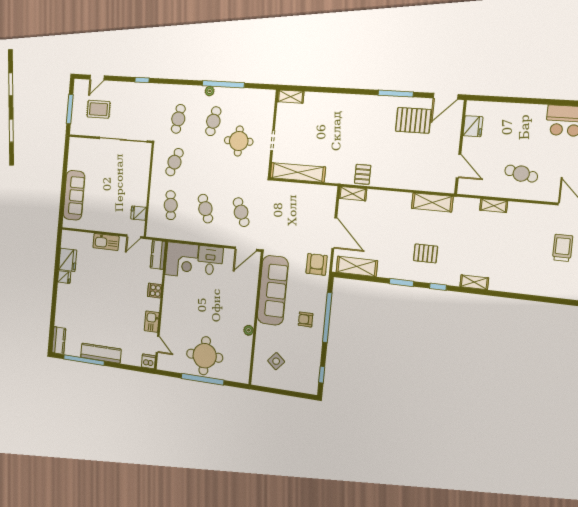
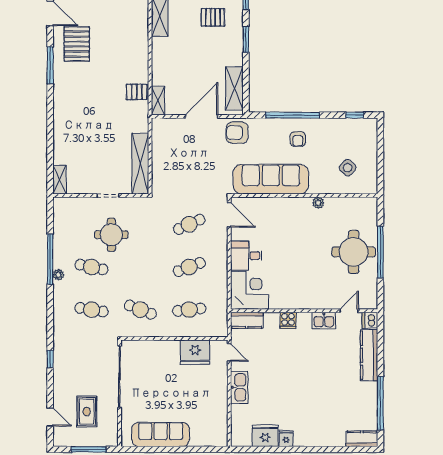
sofa: (74, 195) -> (161, 434), moved
fridge: (138, 213) -> (195, 352), width x1.88, depth x1.34
pallet: (426, 253) -> (213, 17), turned 90
kitchen counter: (101, 353) -> (369, 355), moved

